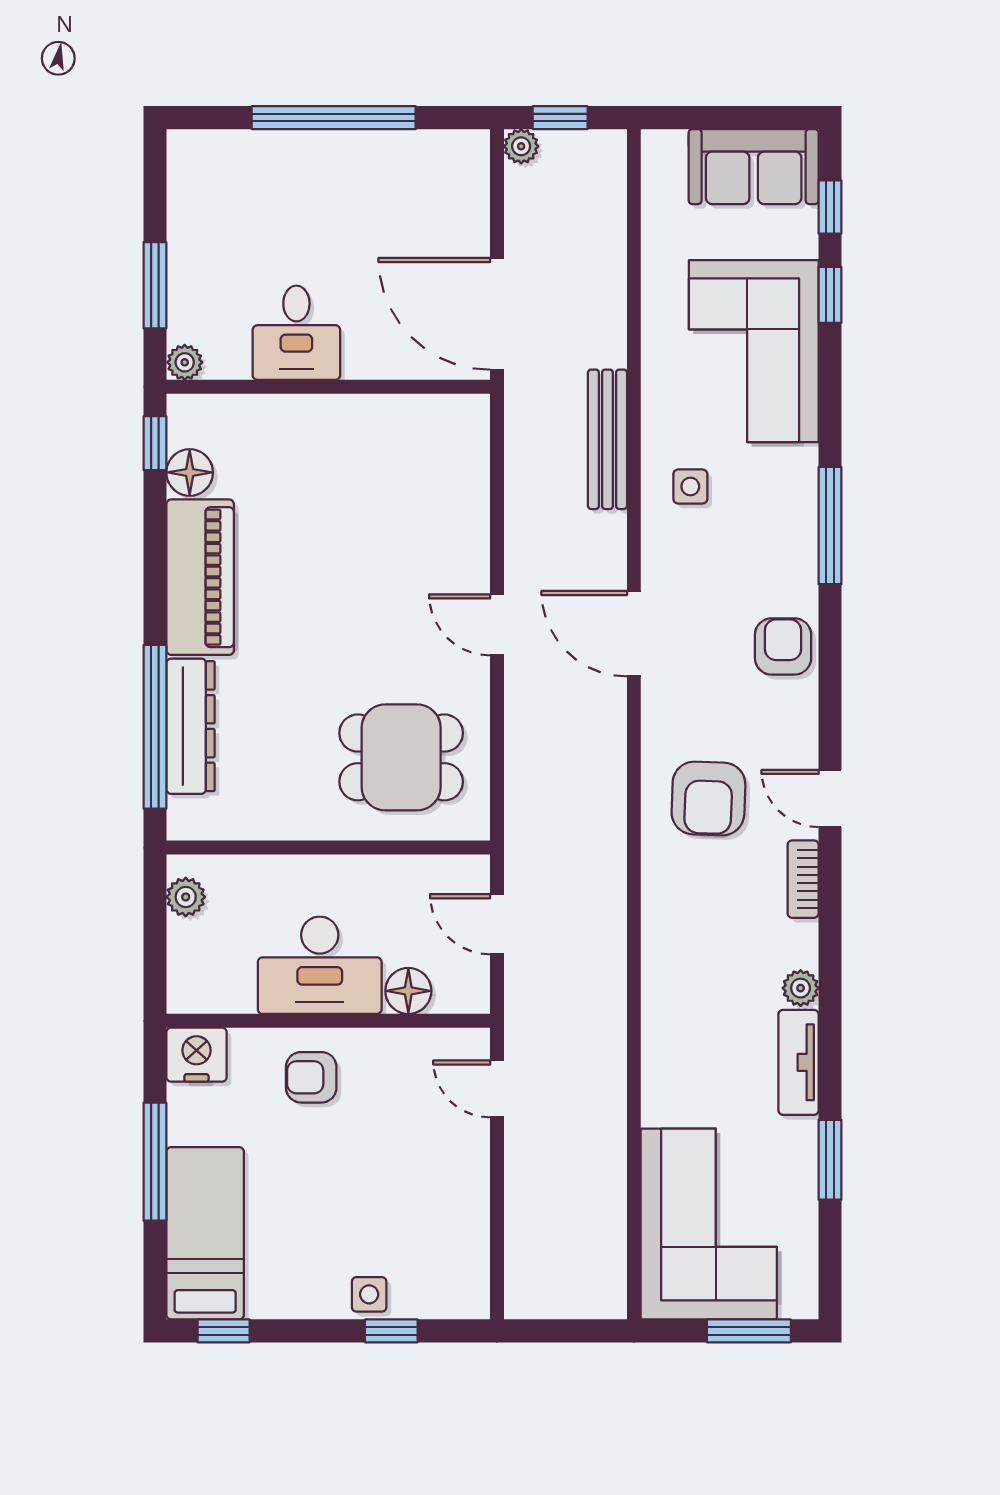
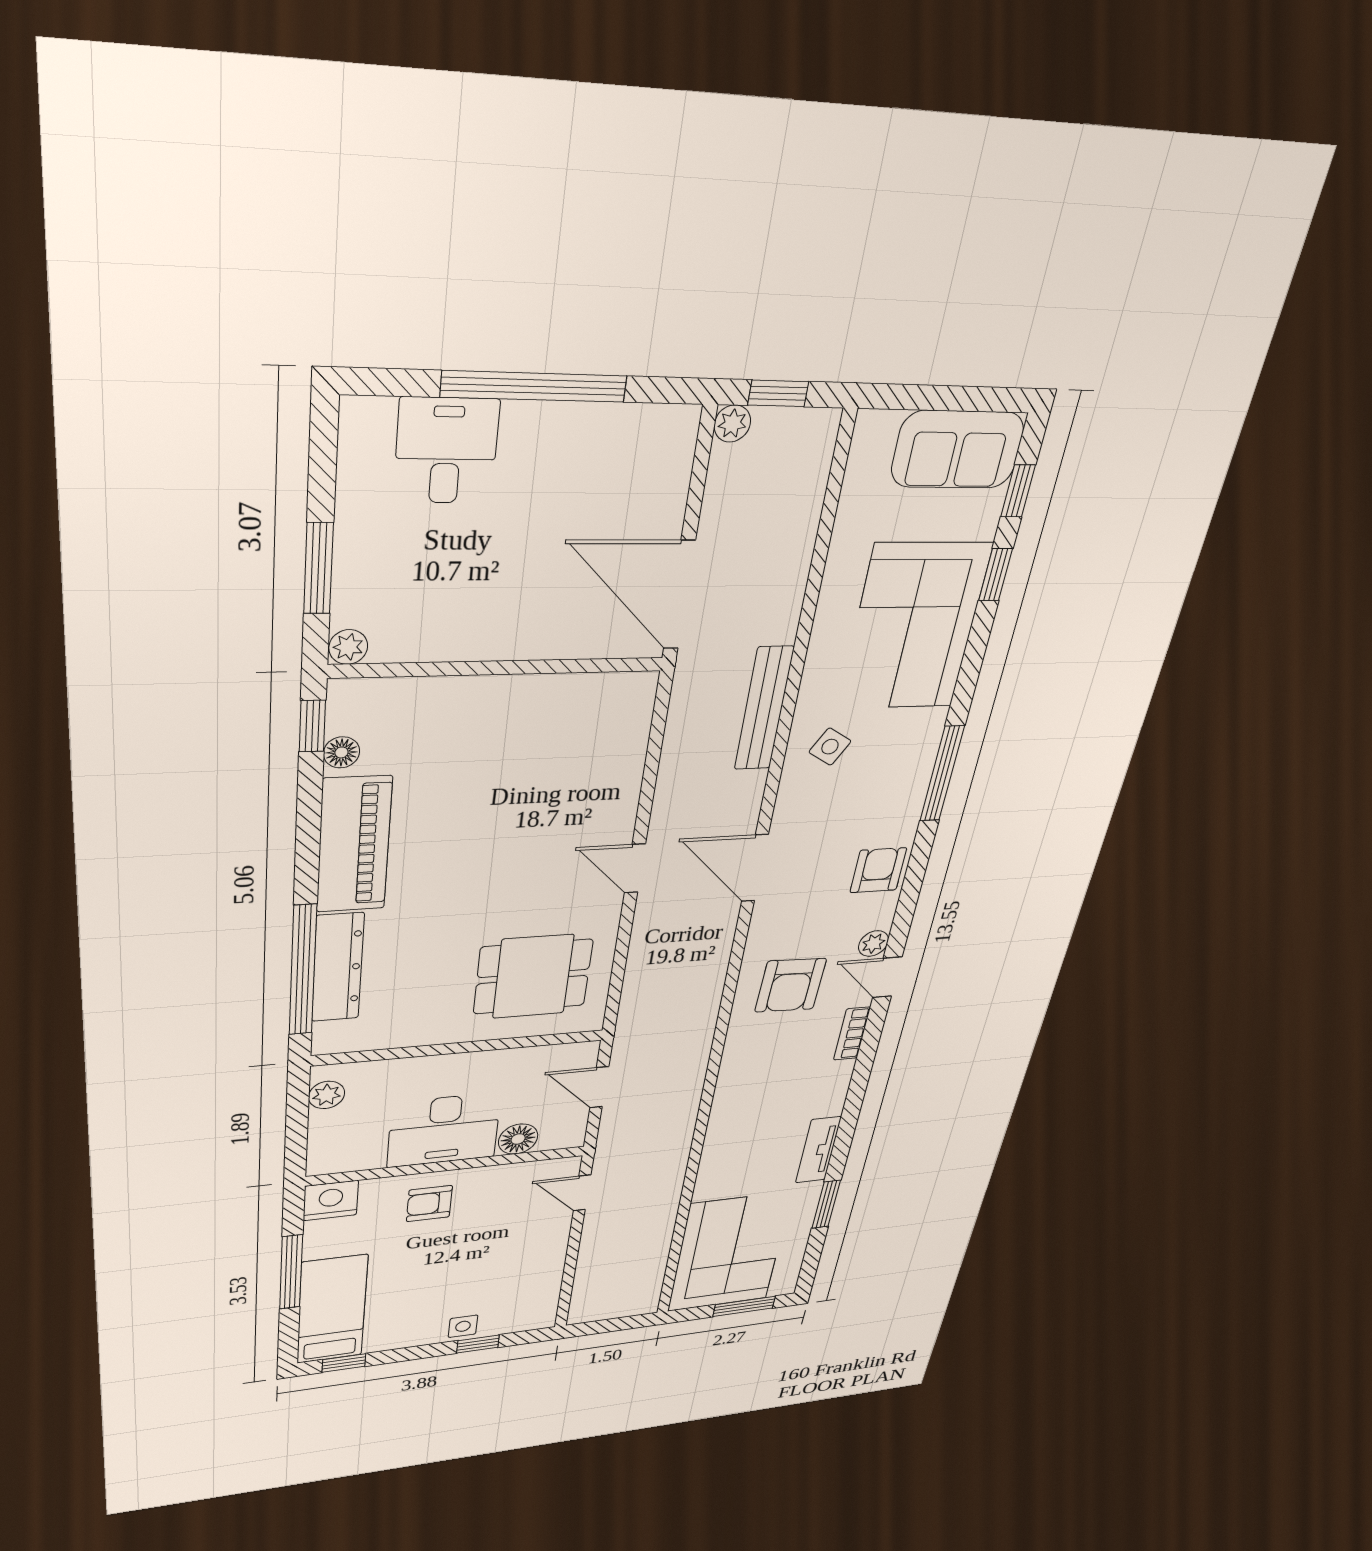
desk: (296, 333) -> (446, 451), moved, turned 180
floor lamp: (190, 472) -> (341, 752), width x0.73, depth x0.73
side table: (690, 486) -> (830, 747), turned 31
plant: (801, 988) -> (873, 943), moved

